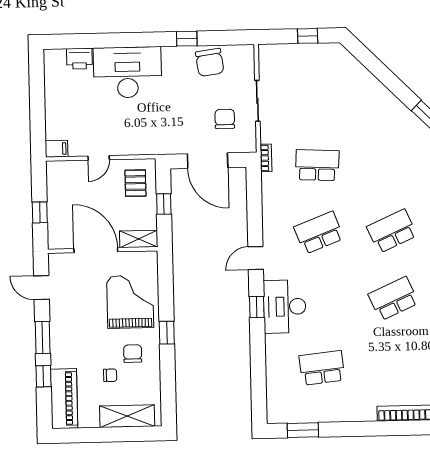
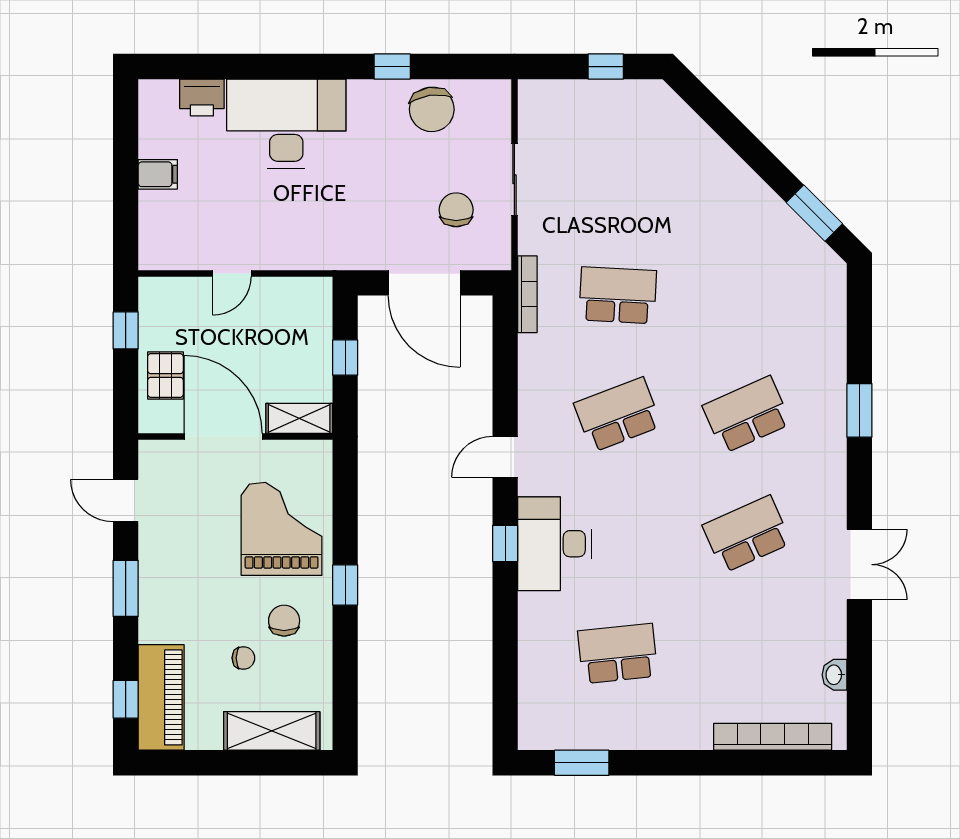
filing cabinet: (57, 149) -> (158, 174), moved
bookcase: (266, 158) -> (527, 294), width x1.56
pallet: (135, 183) -> (165, 376), moved
window: (40, 212) -> (126, 330), moved
window: (43, 376) -> (126, 699), moved

